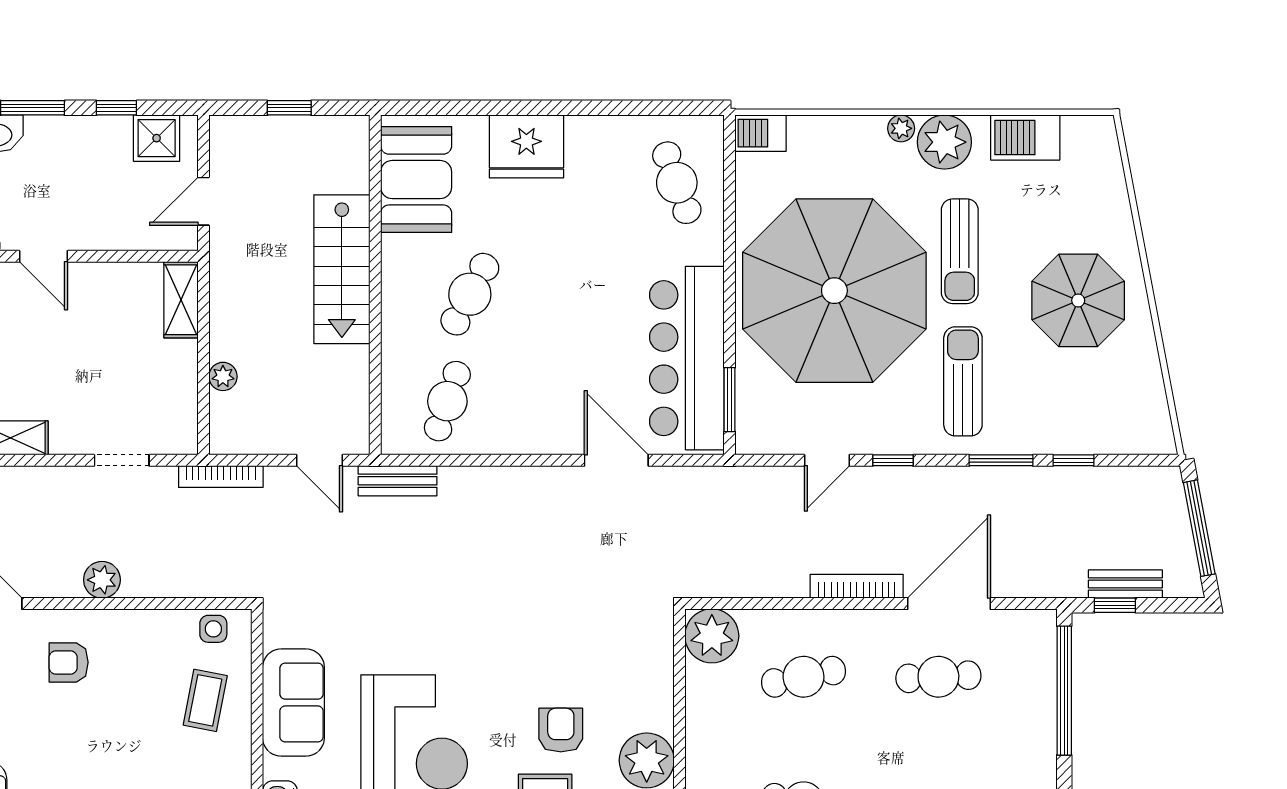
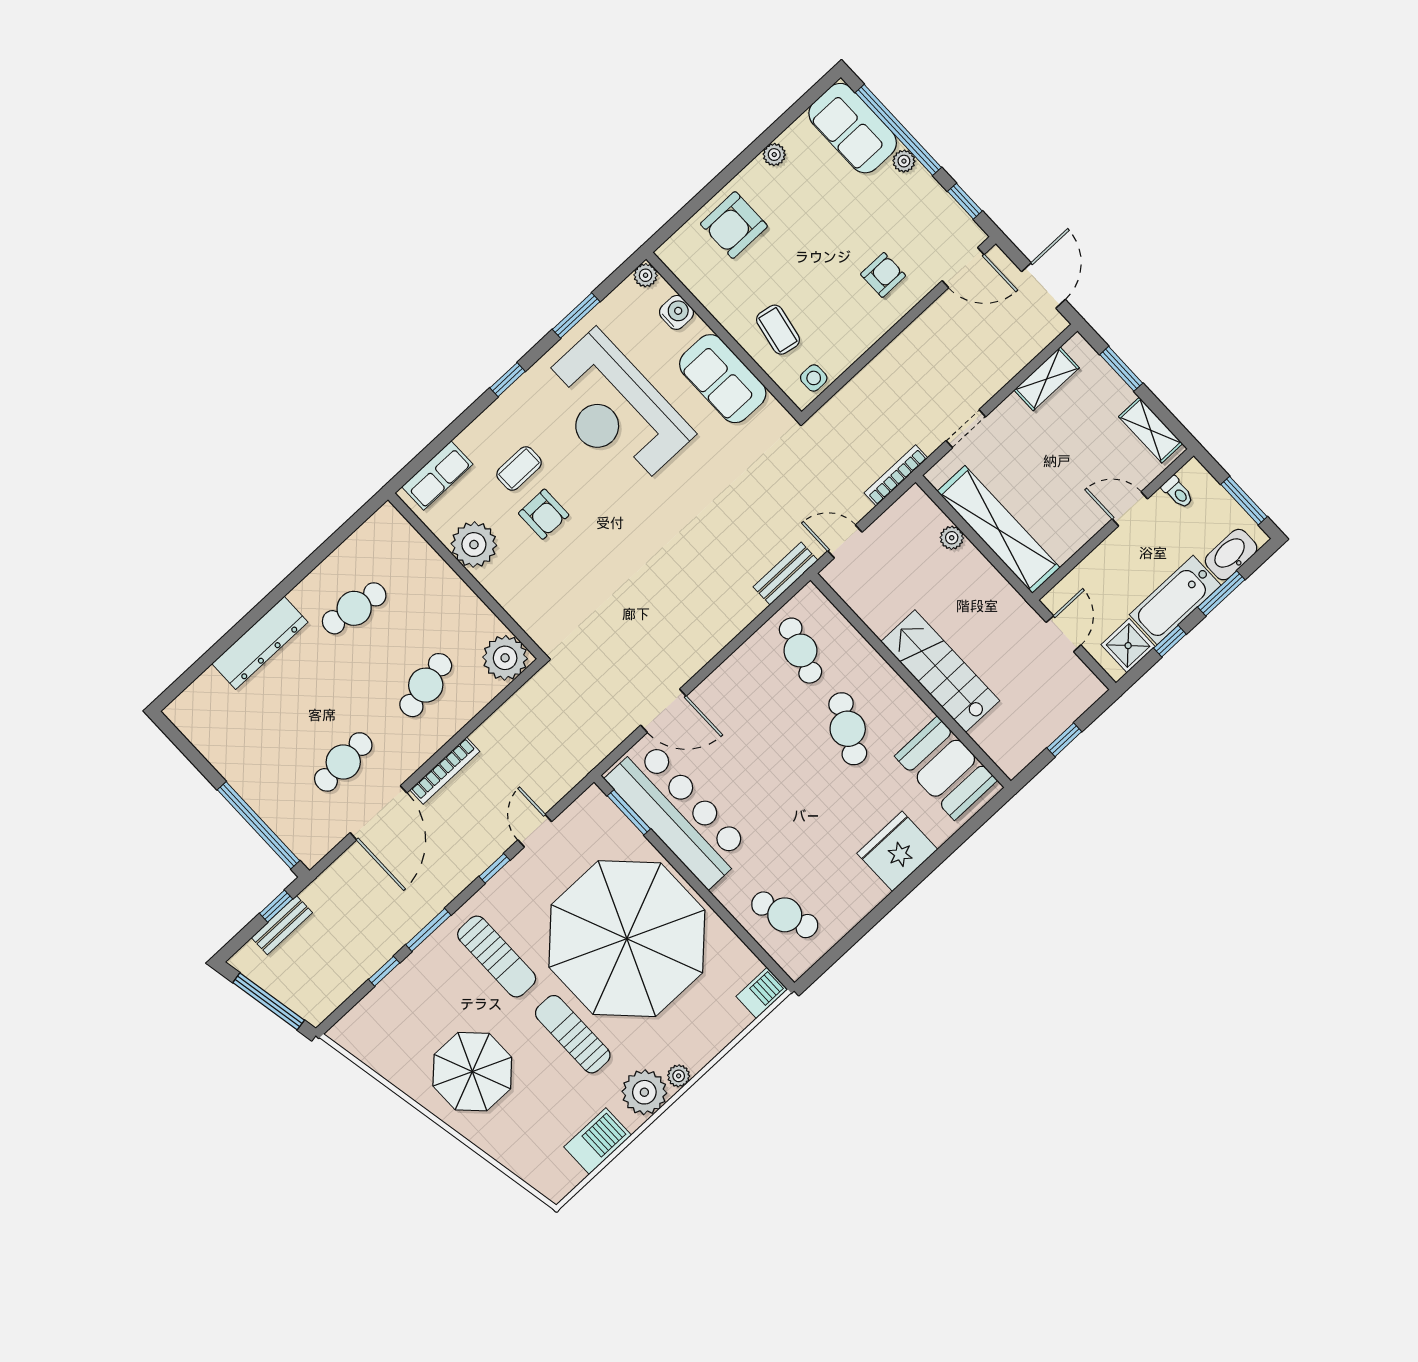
bathtub: (78, 140) -> (1175, 600), added
shelving: (181, 300) -> (999, 530), width x2.20, depth x1.33
plant: (102, 580) -> (910, 344), removed

